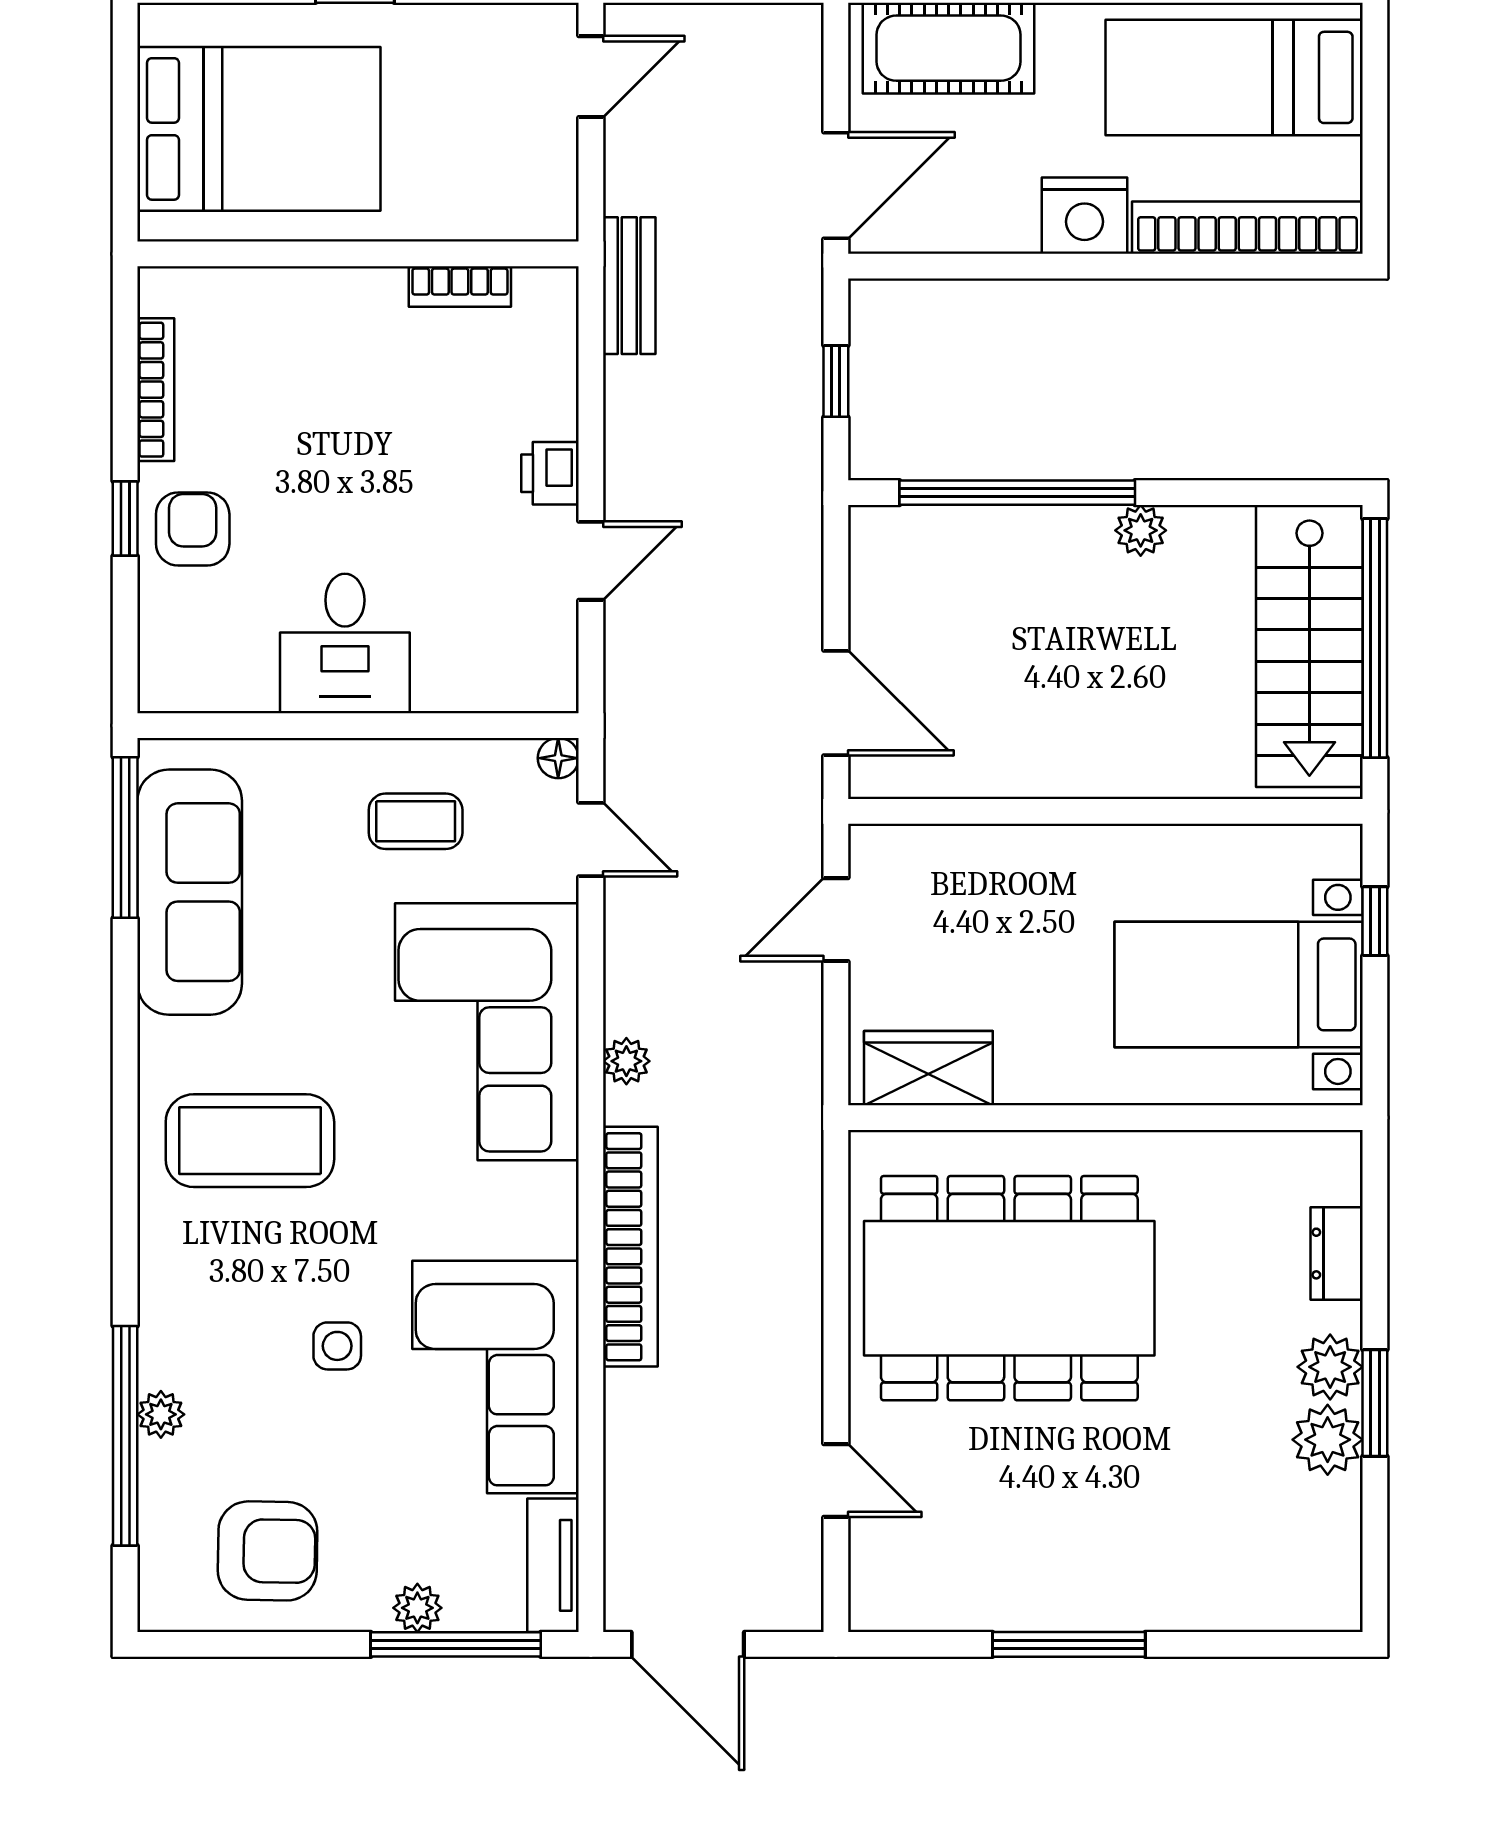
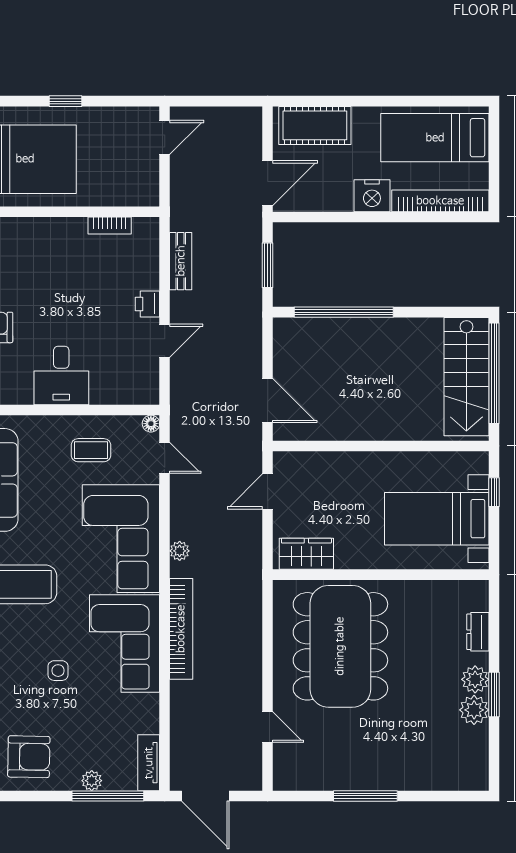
bench: (629, 286) -> (181, 261), moved
window: (836, 381) -> (268, 265), width x1.50
plant: (1141, 530) -> (396, 328), removed
dining table: (1009, 1288) -> (340, 646), turned 90
corner sofa: (496, 1377) -> (125, 644), moved

